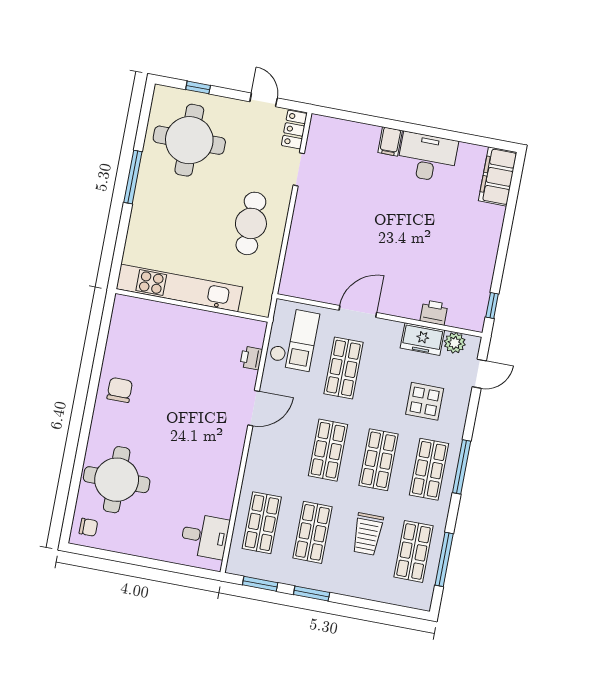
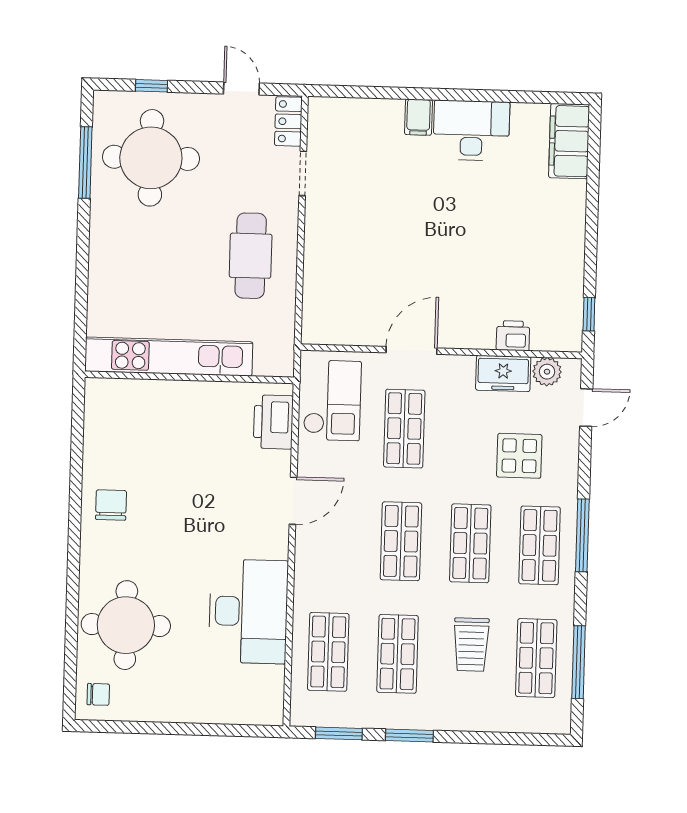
window: (133, 177) -> (85, 163), moved
printer: (251, 358) -> (273, 422), width x1.87, depth x1.48
desk: (205, 536) -> (248, 611), moved, width x1.87, depth x1.30

